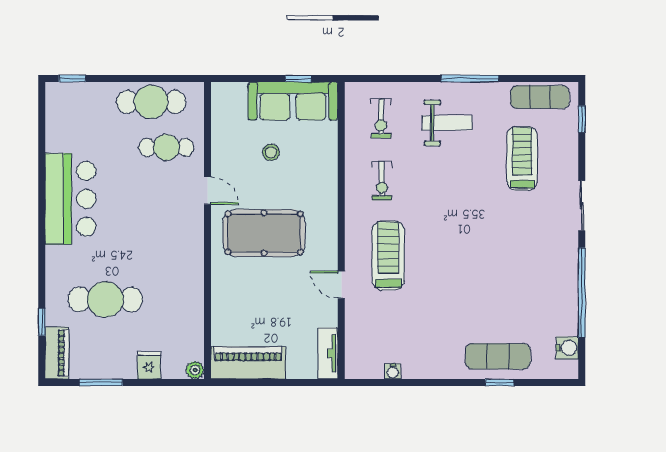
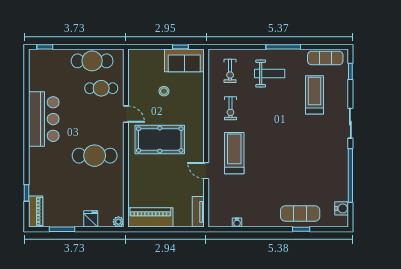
sofa: (293, 101) -> (184, 60), width x0.73
cafe table: (105, 299) -> (95, 156), moved

